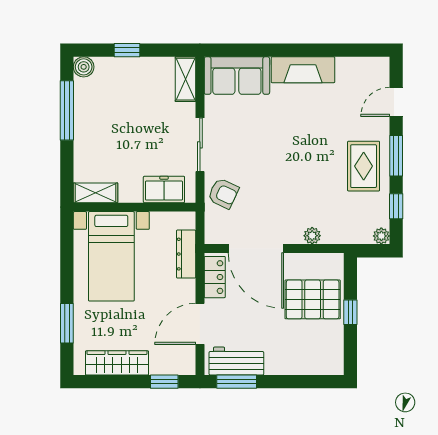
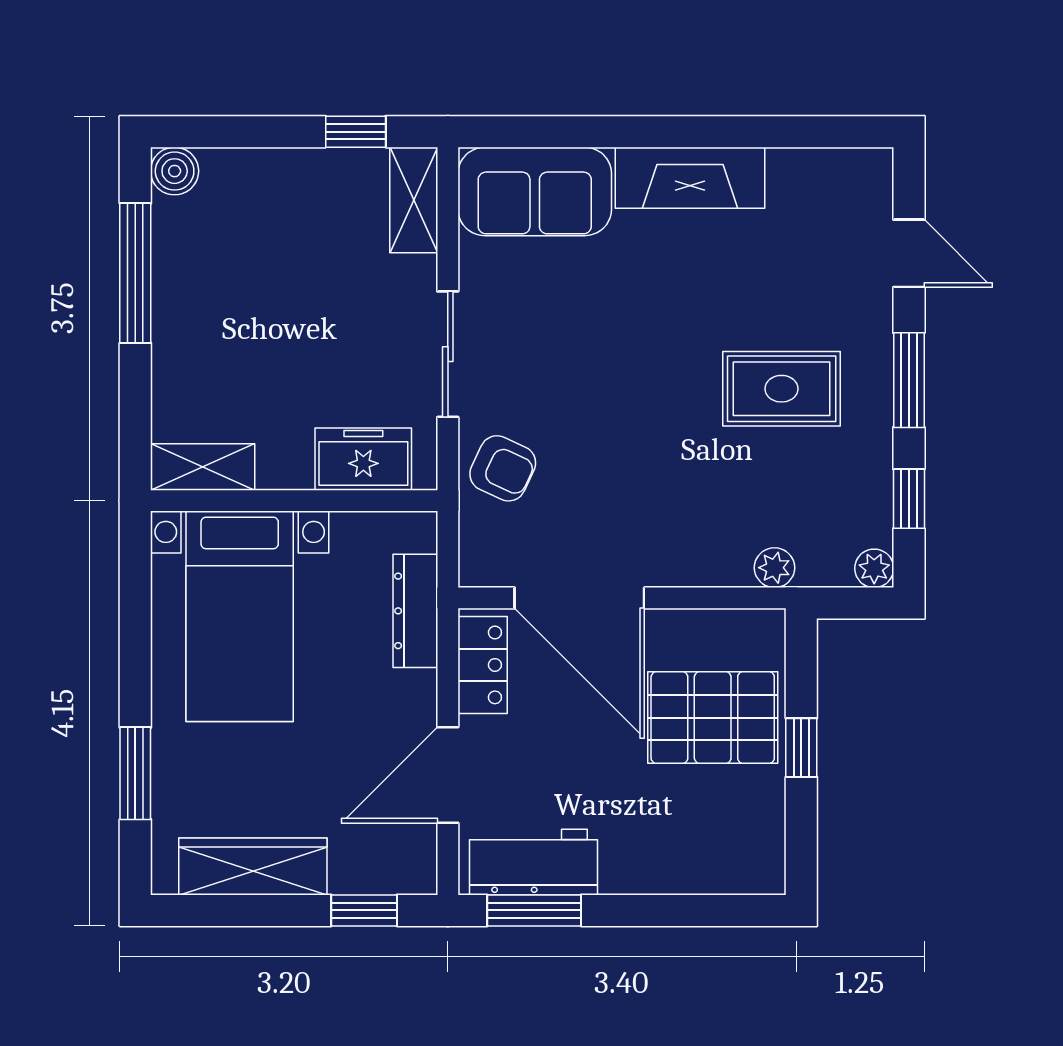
window: (127, 50) -> (356, 132), moved
door: (396, 102) -> (909, 253), swing flipped
rug: (364, 166) -> (782, 389), moved, turned 90
plant: (312, 236) -> (774, 568), moved

